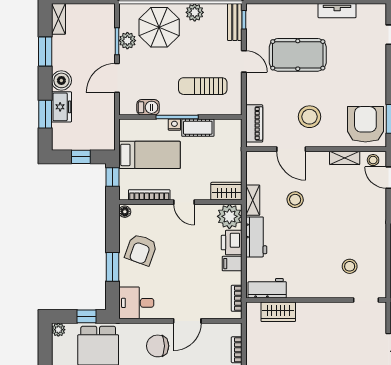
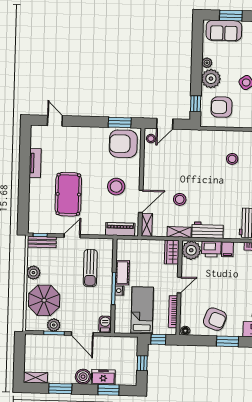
barbecue: (148, 107) -> (105, 324), moved
shelving: (345, 158) -> (147, 225), moved

